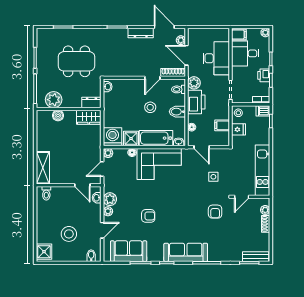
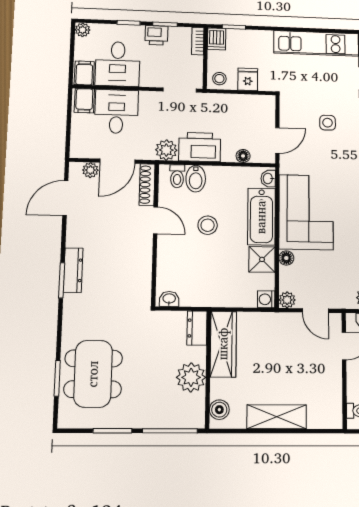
dresser: (141, 33) -> (73, 270), moved
desk: (216, 58) -> (116, 111), width x0.73
dining table: (76, 61) -> (93, 374), moved
plant: (54, 100) -> (191, 377), moved
bidet: (177, 112) -> (196, 179), moved
boiler: (58, 116) -> (219, 410), moved
wardrobe: (89, 117) -> (223, 344), width x1.50
filing cabinet: (222, 125) -> (84, 101), moved
washing machine: (112, 137) -> (266, 299), width x0.53, depth x0.53
shelving: (43, 168) -> (277, 417), moved

